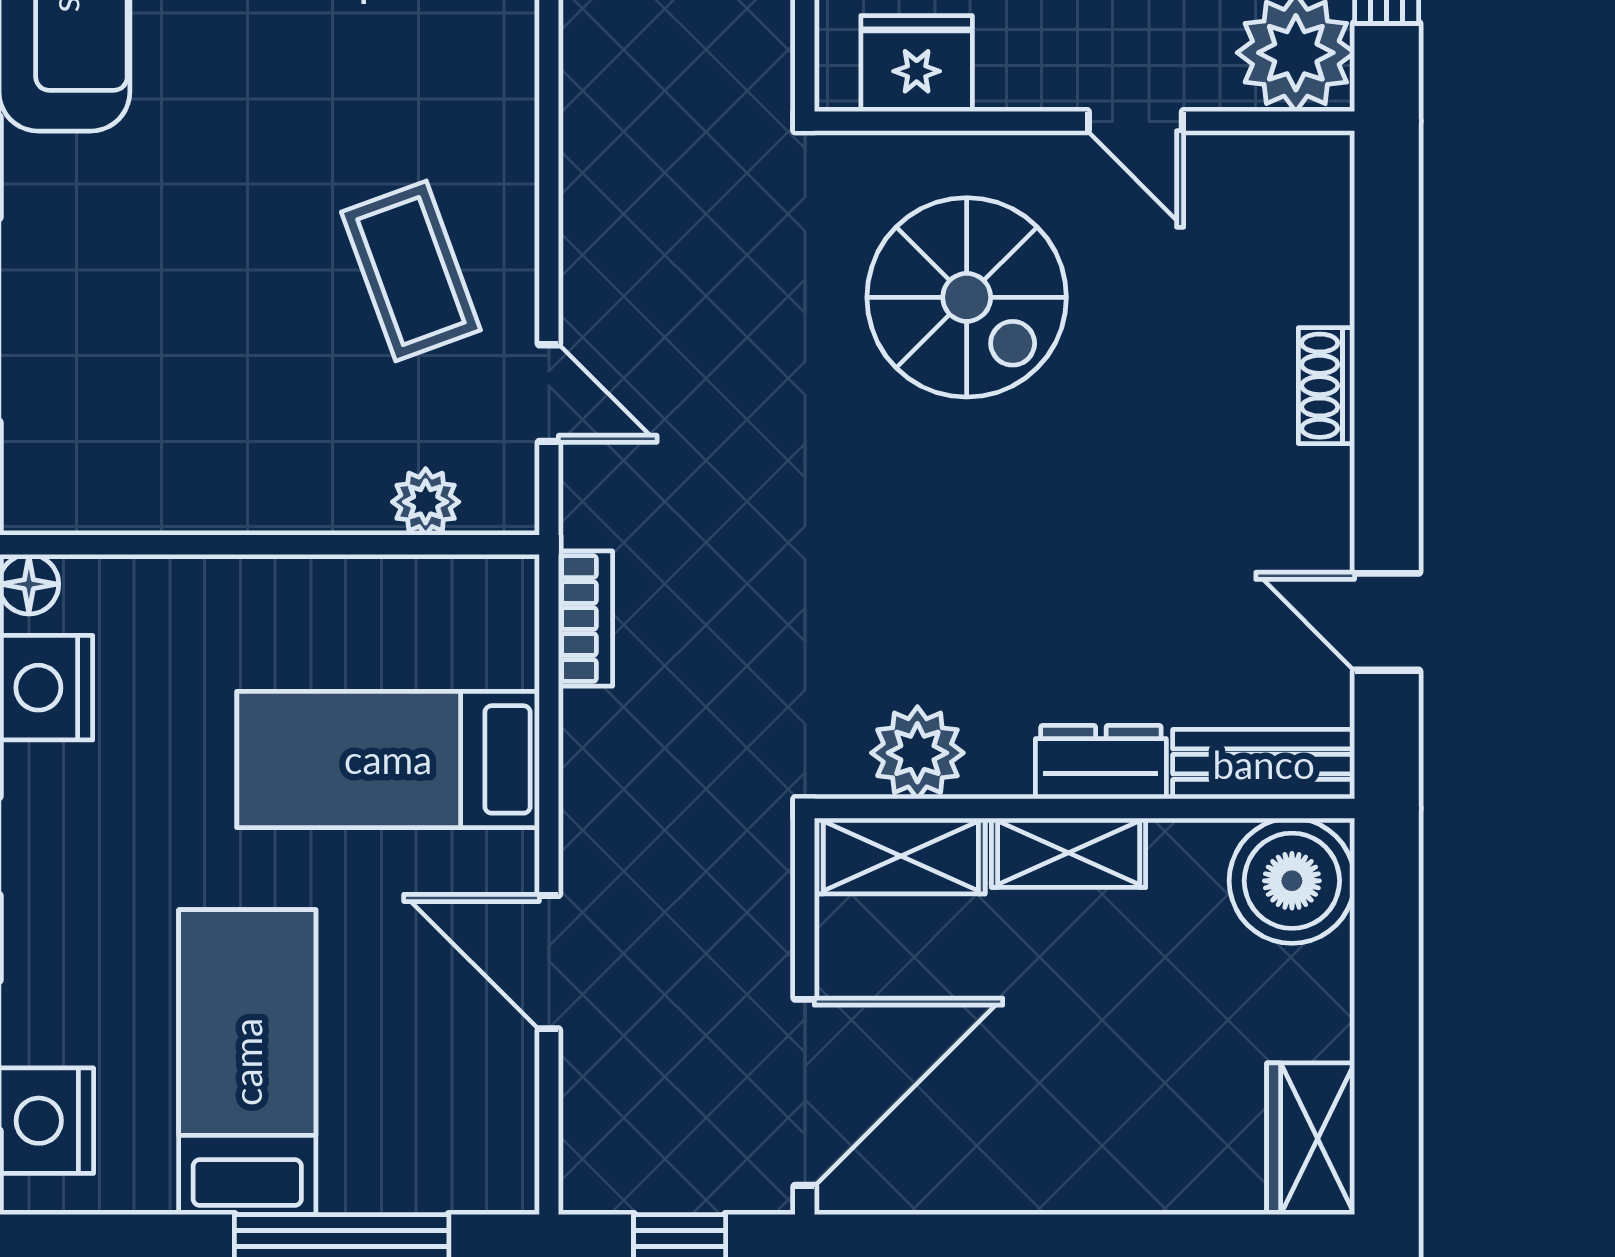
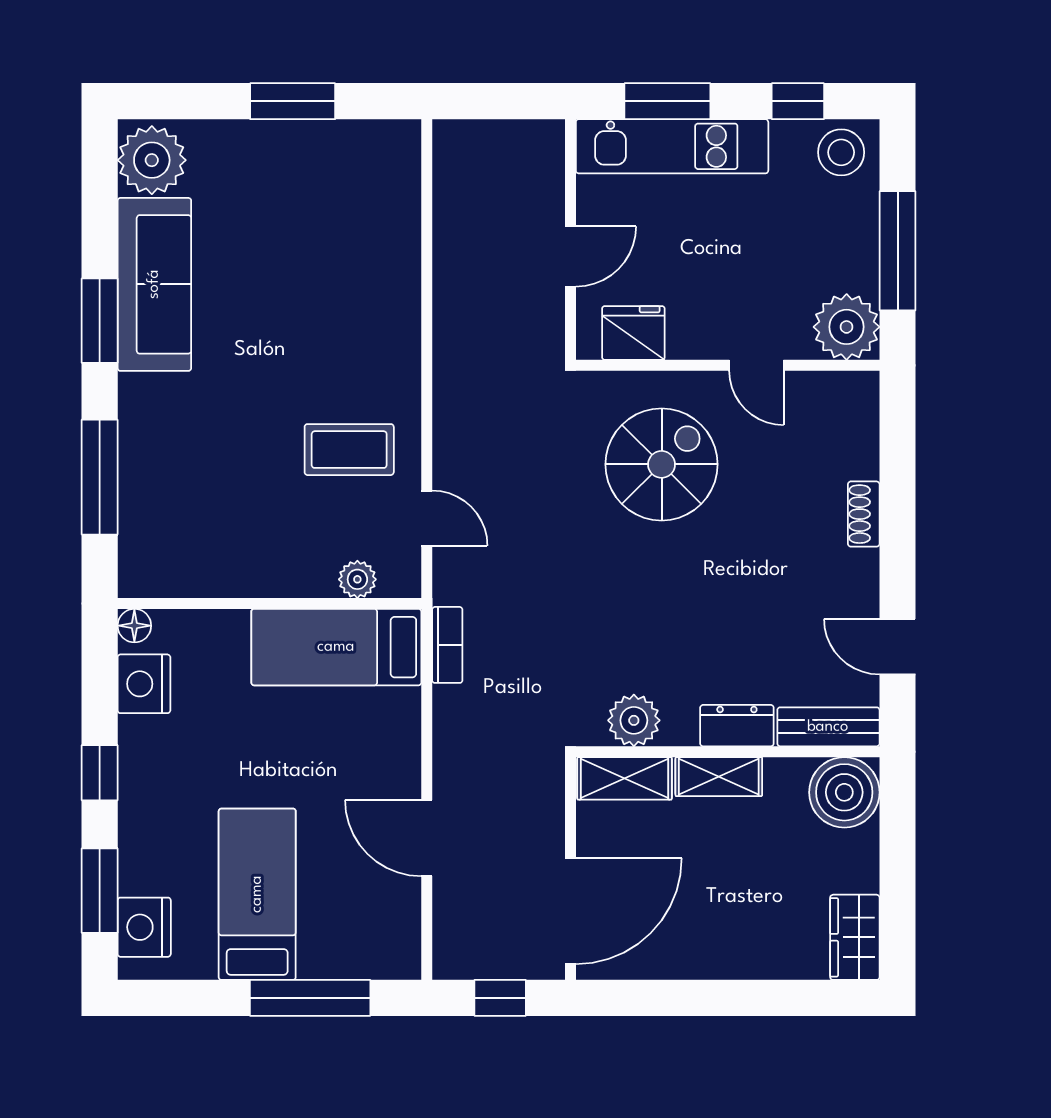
coffee table: (411, 271) -> (349, 450), turned -70
spiral stairs: (967, 297) -> (662, 464), turned -90
bed: (388, 759) -> (336, 647), moved

